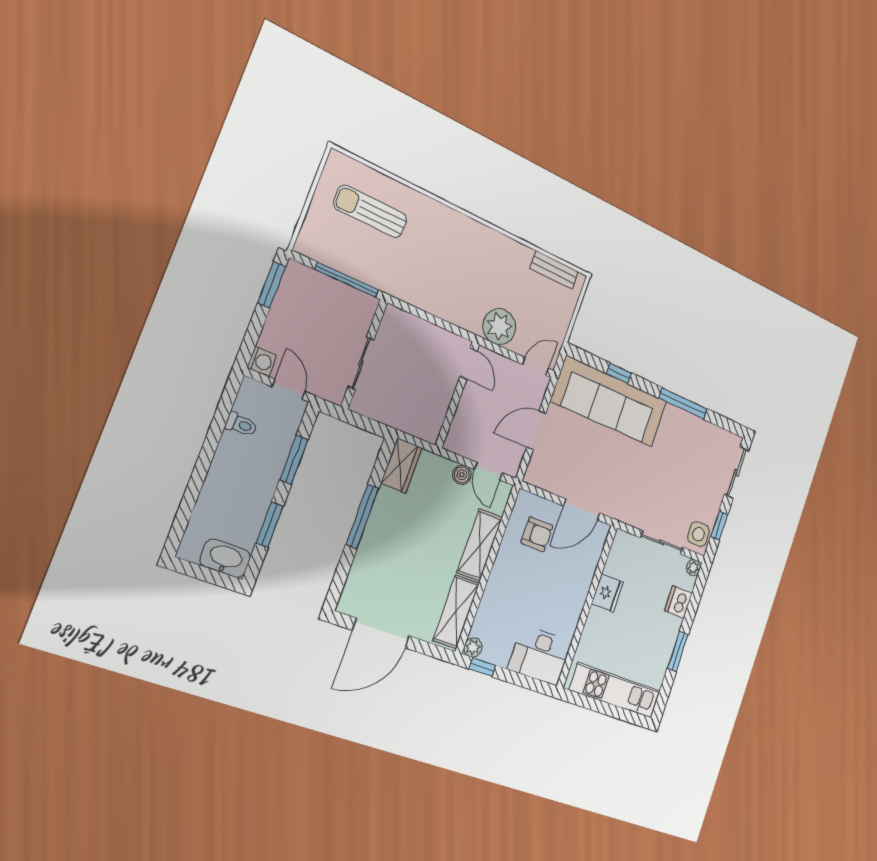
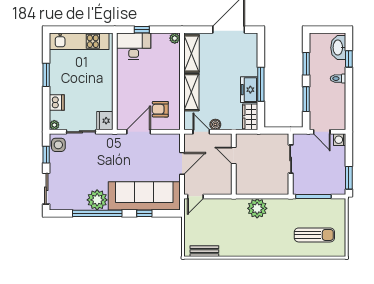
plant: (499, 327) -> (257, 208), moved
door: (468, 364) -> (234, 155), moved
window: (683, 404) -> (97, 213), width x1.46
toilet: (241, 425) -> (338, 79), moved
plant: (676, 425) -> (97, 200), added
window: (187, 505) -> (349, 59), added
freezer: (386, 514) -> (249, 90), added
washbasin: (225, 558) -> (338, 48), moved, turned 90
fridge: (607, 593) -> (105, 121), moved
window: (482, 667) -> (142, 30), moved

